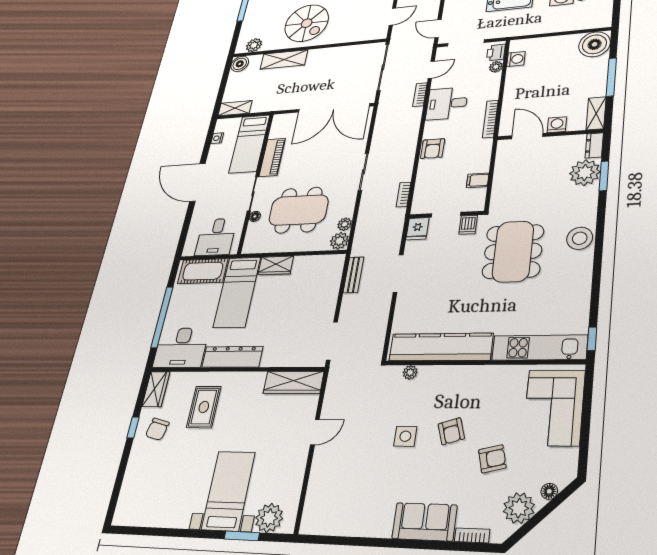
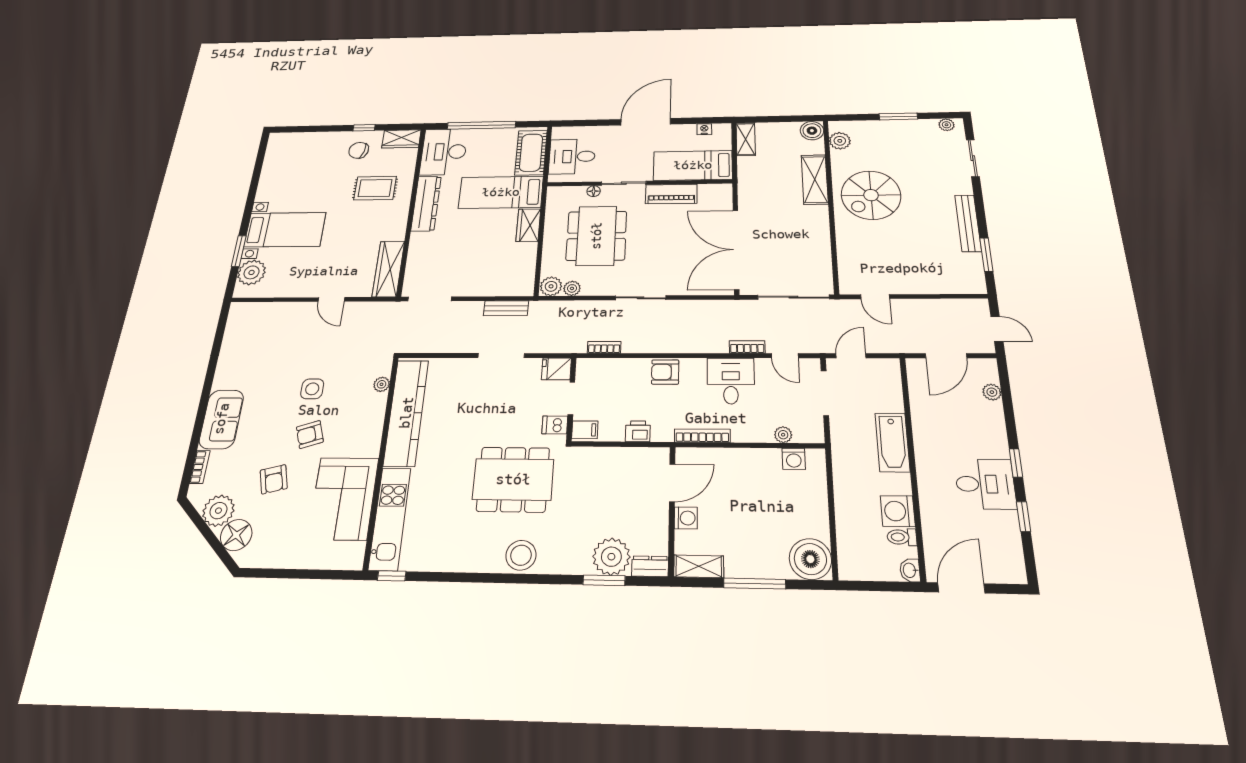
printer: (496, 53) -> (638, 431), moved
filing cabinet: (478, 180) -> (585, 430), moved, turned 90
corner sofa: (554, 407) -> (343, 498), moved, turned -90
floor lamp: (549, 491) -> (236, 535), width x1.89, depth x1.89

